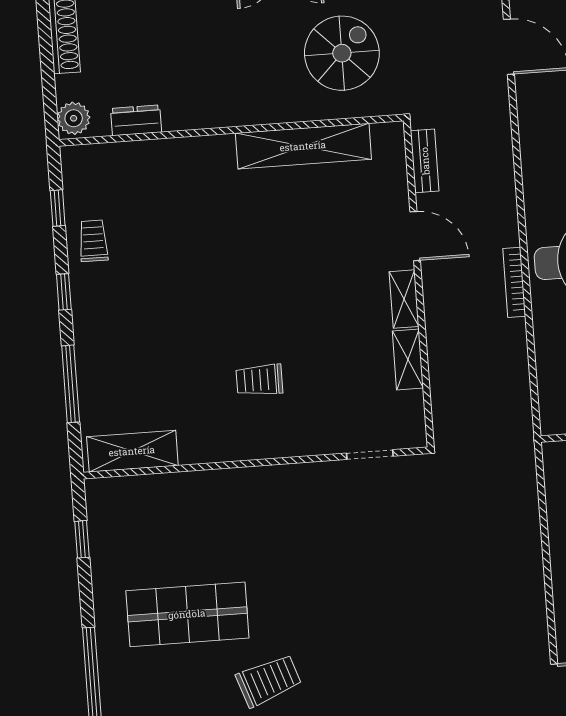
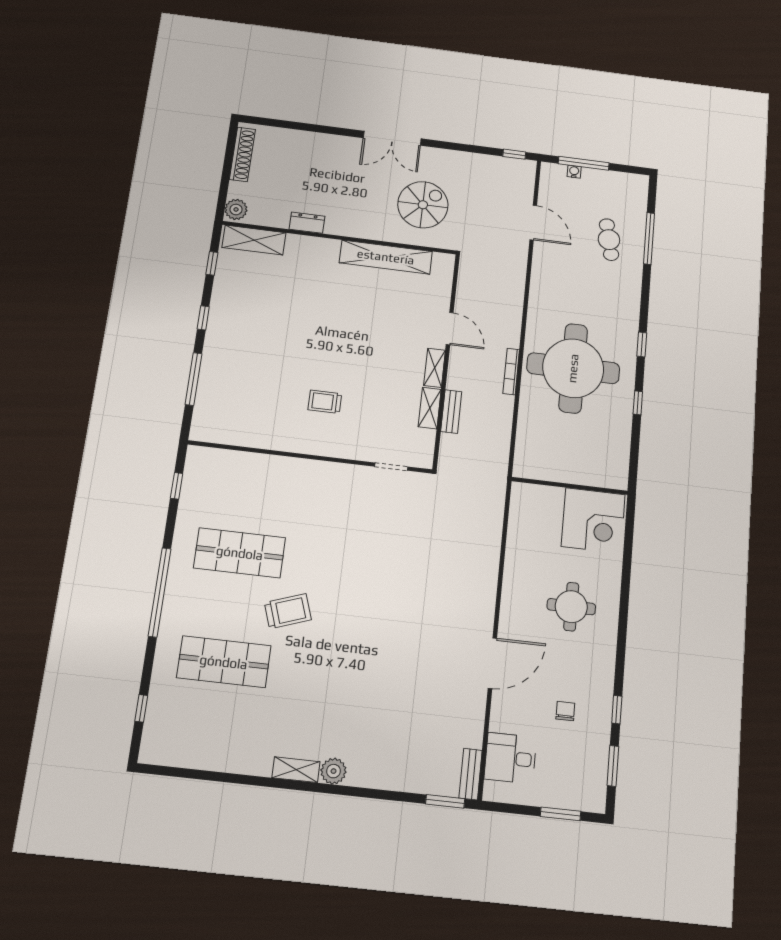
dresser: (136, 120) -> (307, 223), moved
bench: (425, 161) -> (451, 412), moved
trolley: (93, 241) -> (231, 289), removed
shelving: (132, 451) -> (254, 240), moved

